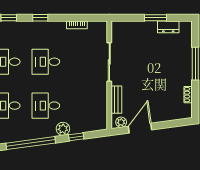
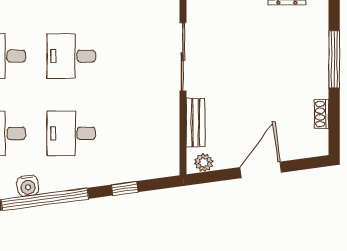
door: (140, 128) -> (261, 170), moved
plant: (63, 129) -> (101, 174), removed
water cooler: (21, 135) -> (28, 186), added

